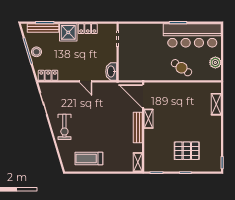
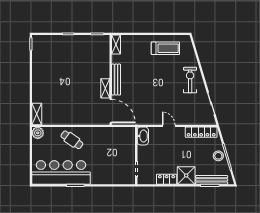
plant: (215, 62) -> (38, 133), moved
locker: (48, 75) -> (201, 132), width x1.53
shelving: (216, 104) -> (37, 114), moved
pallet: (187, 151) -> (67, 56), removed

